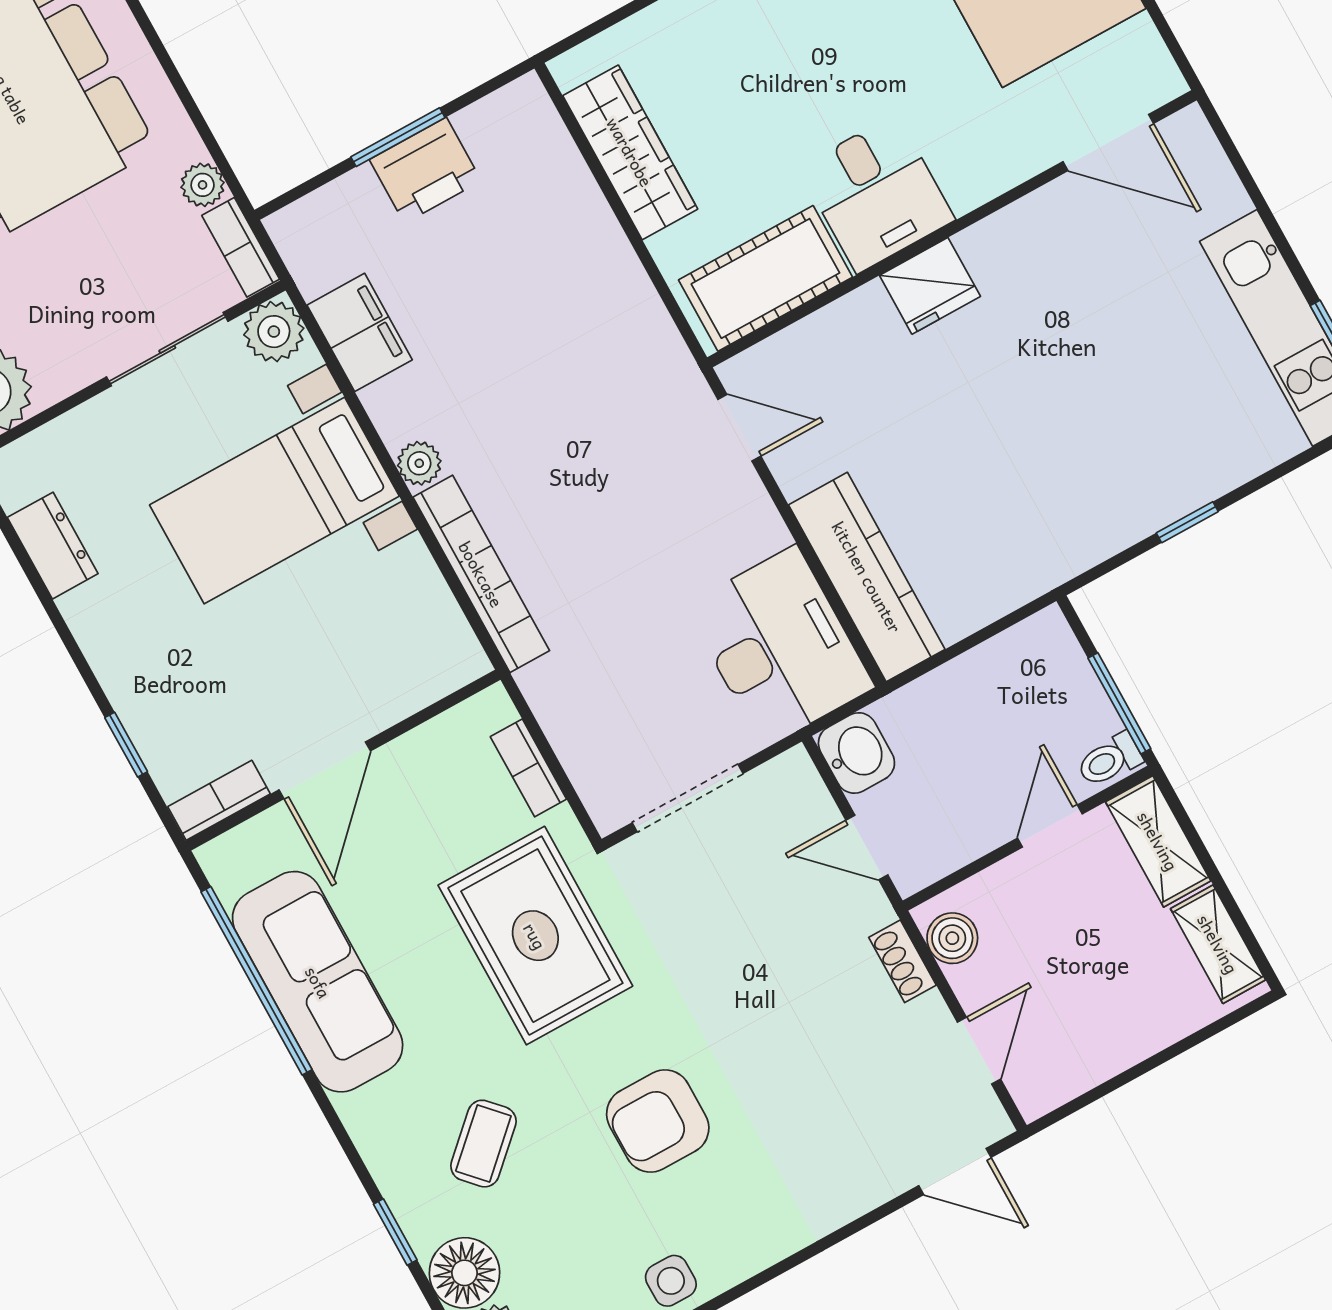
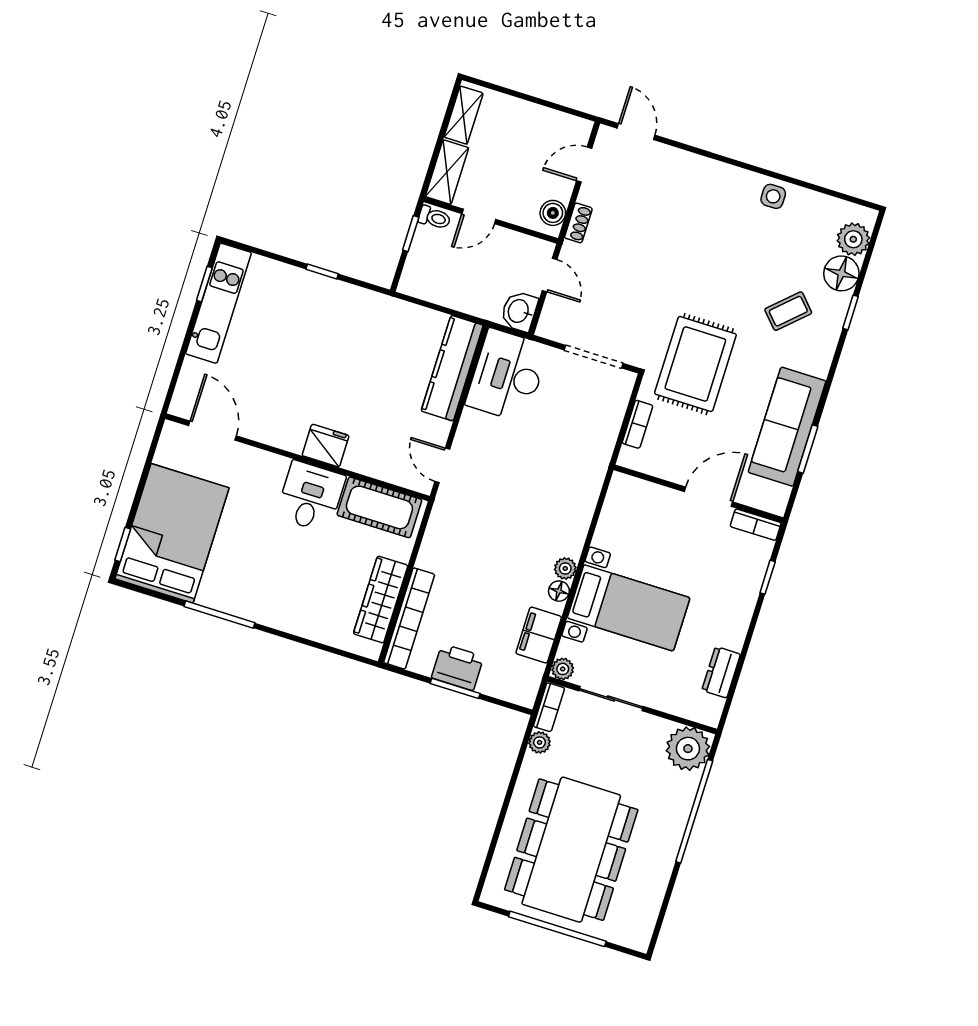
plant: (274, 332) -> (563, 669), width x0.73, depth x0.73
floor lamp: (395, 423) -> (559, 591), added
bookcase: (481, 574) -> (409, 618), moved, turned 180
window: (1119, 703) -> (411, 234), width x0.67
window: (256, 981) -> (808, 449), width x0.47
armchair: (658, 1121) -> (720, 256), removed

